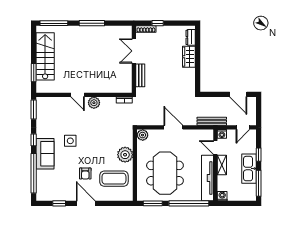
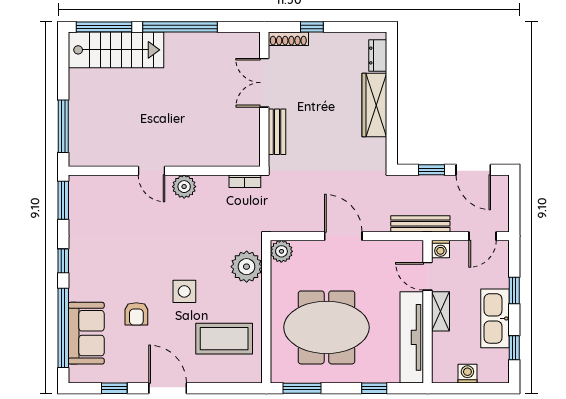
window: (92, 23) -> (180, 27), width x1.46
stairs: (45, 56) -> (116, 50), moved, turned 90
wardrobe: (189, 57) -> (374, 105), width x1.50
window: (34, 73) -> (63, 126), width x1.44
window: (217, 94) -> (432, 170), added
side table: (70, 141) -> (184, 291), moved
sofa: (45, 154) -> (86, 333), moved
plant: (125, 155) -> (247, 267), moved
armchair: (85, 173) -> (136, 314), moved
meeting table: (165, 173) -> (326, 327), turned 90
window: (259, 183) -> (514, 348), width x0.46
washing machine: (222, 196) -> (467, 374), moved
window: (189, 203) -> (374, 388), width x0.32

